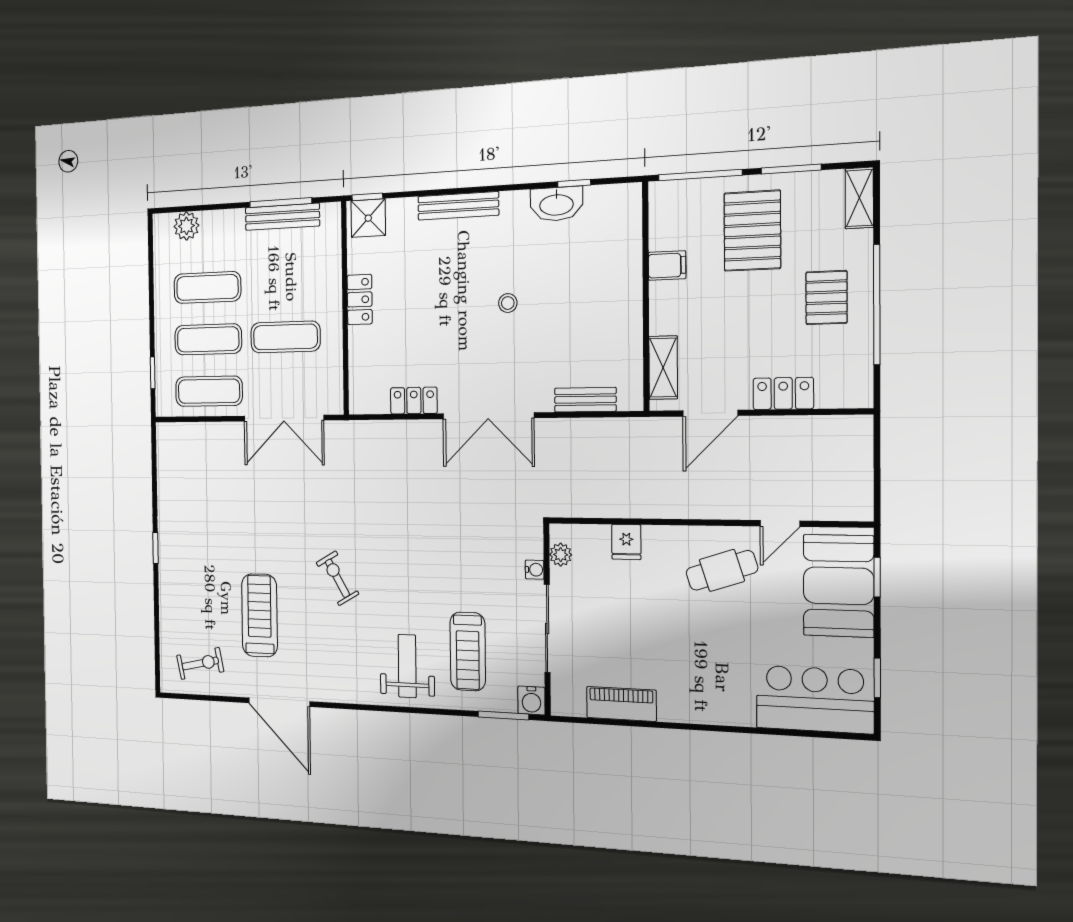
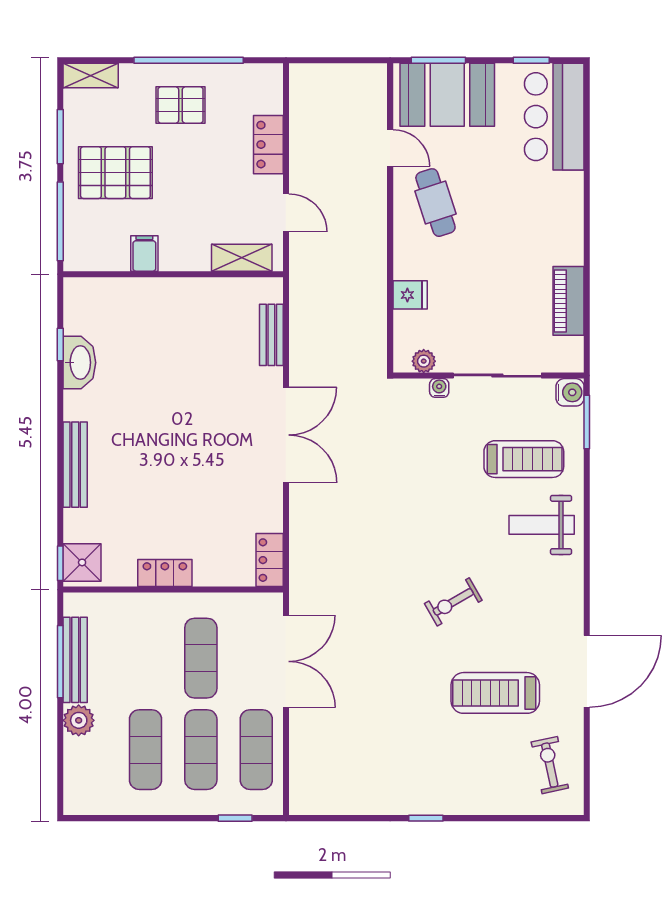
plant: (186, 226) -> (79, 720), moved
stool: (508, 303) -> (174, 413), removed
locker: (414, 401) -> (270, 560), moved
door: (710, 413) -> (286, 213), width x0.73
window: (877, 577) -> (438, 60), width x1.50

